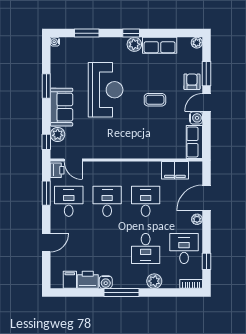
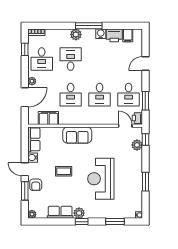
door: (206, 102) -> (25, 169), swing flipped
sofa: (61, 107) -> (77, 135), moved, turned -90
plant: (154, 281) -> (76, 35), moved

